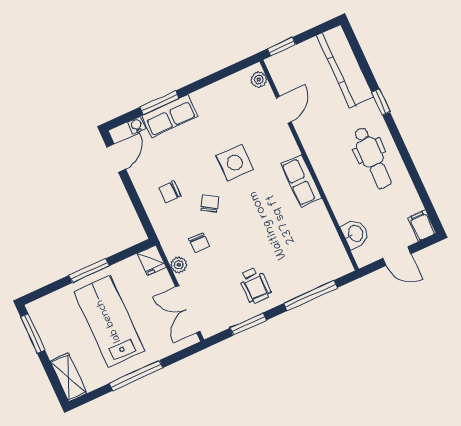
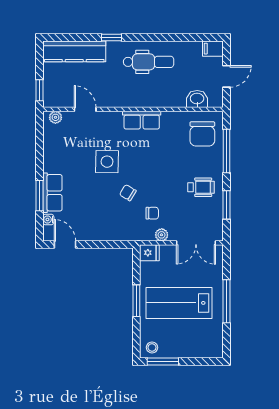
chair: (170, 192) -> (202, 134), moved, width x1.87, depth x1.87
stool: (43, 314) -> (152, 347), added
shelving: (68, 377) -> (206, 350), removed

